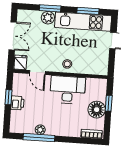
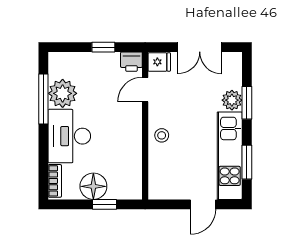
desk: (68, 90) -> (69, 136), moved, turned 180
printer: (17, 103) -> (131, 62), moved
plant: (40, 130) -> (63, 93), width x1.88, depth x1.88

